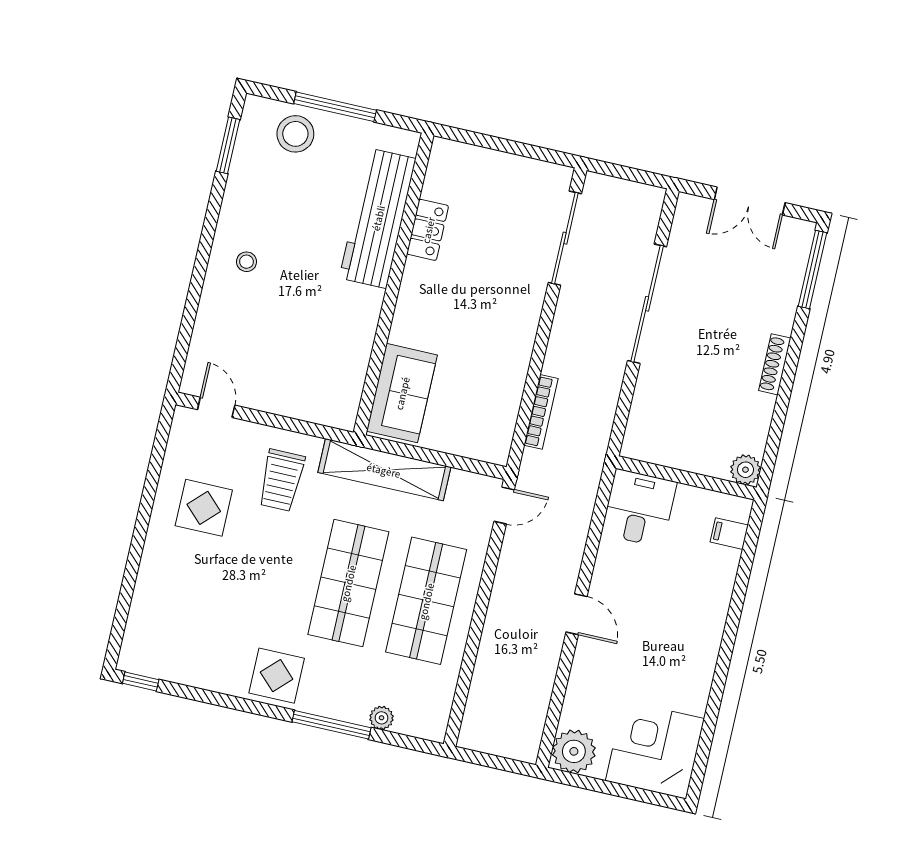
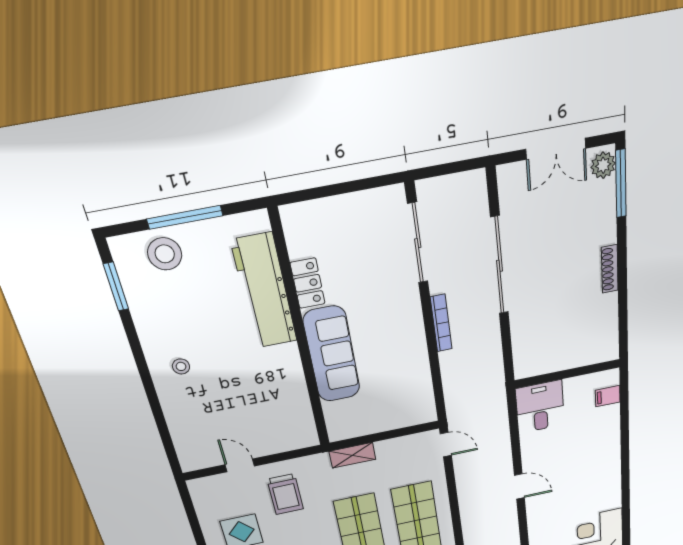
sofa: (402, 393) -> (332, 355), moved, width x1.36
door: (216, 407) -> (240, 465), moved
bookcase: (541, 412) -> (441, 323), moved
shelving: (384, 470) -> (352, 455), width x0.45, depth x0.75
plant: (745, 470) -> (603, 165), moved
door: (504, 506) -> (446, 445), hinge flipped

